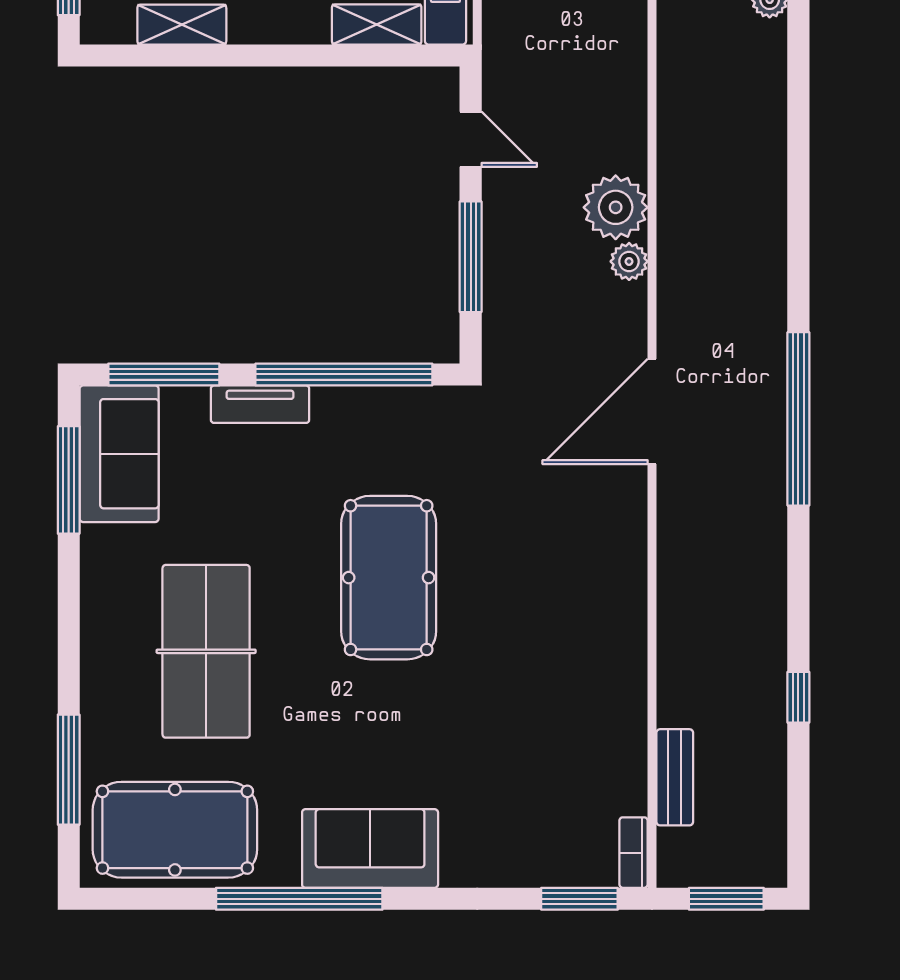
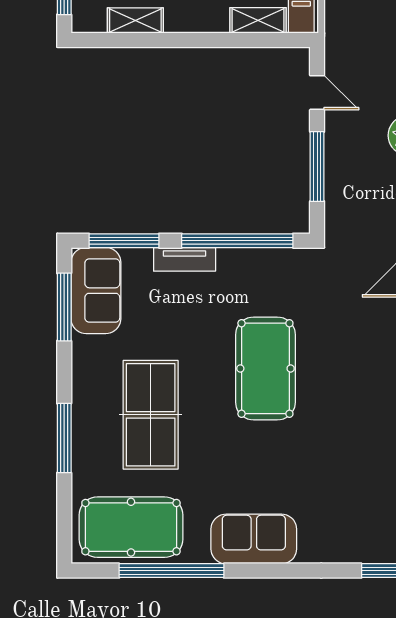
window: (69, 770) -> (64, 438), moved
window: (299, 899) -> (171, 571), moved

